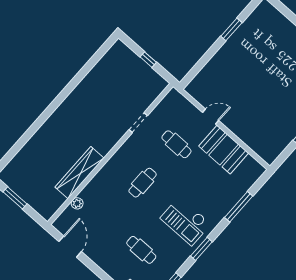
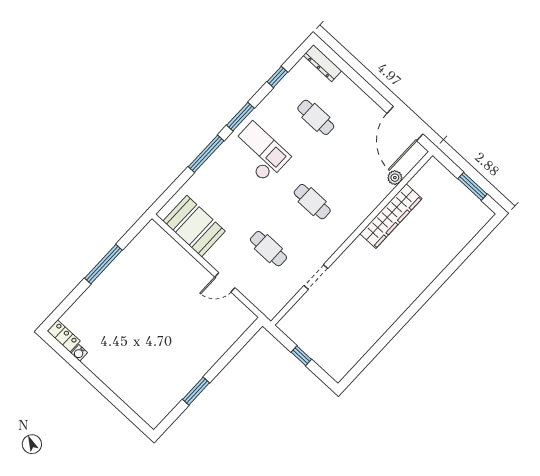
booth: (224, 150) -> (194, 226), moved
cafe table: (143, 183) -> (312, 202), turned 90
window: (239, 207) -> (206, 154), moved
door: (70, 247) -> (405, 124), width x1.36

